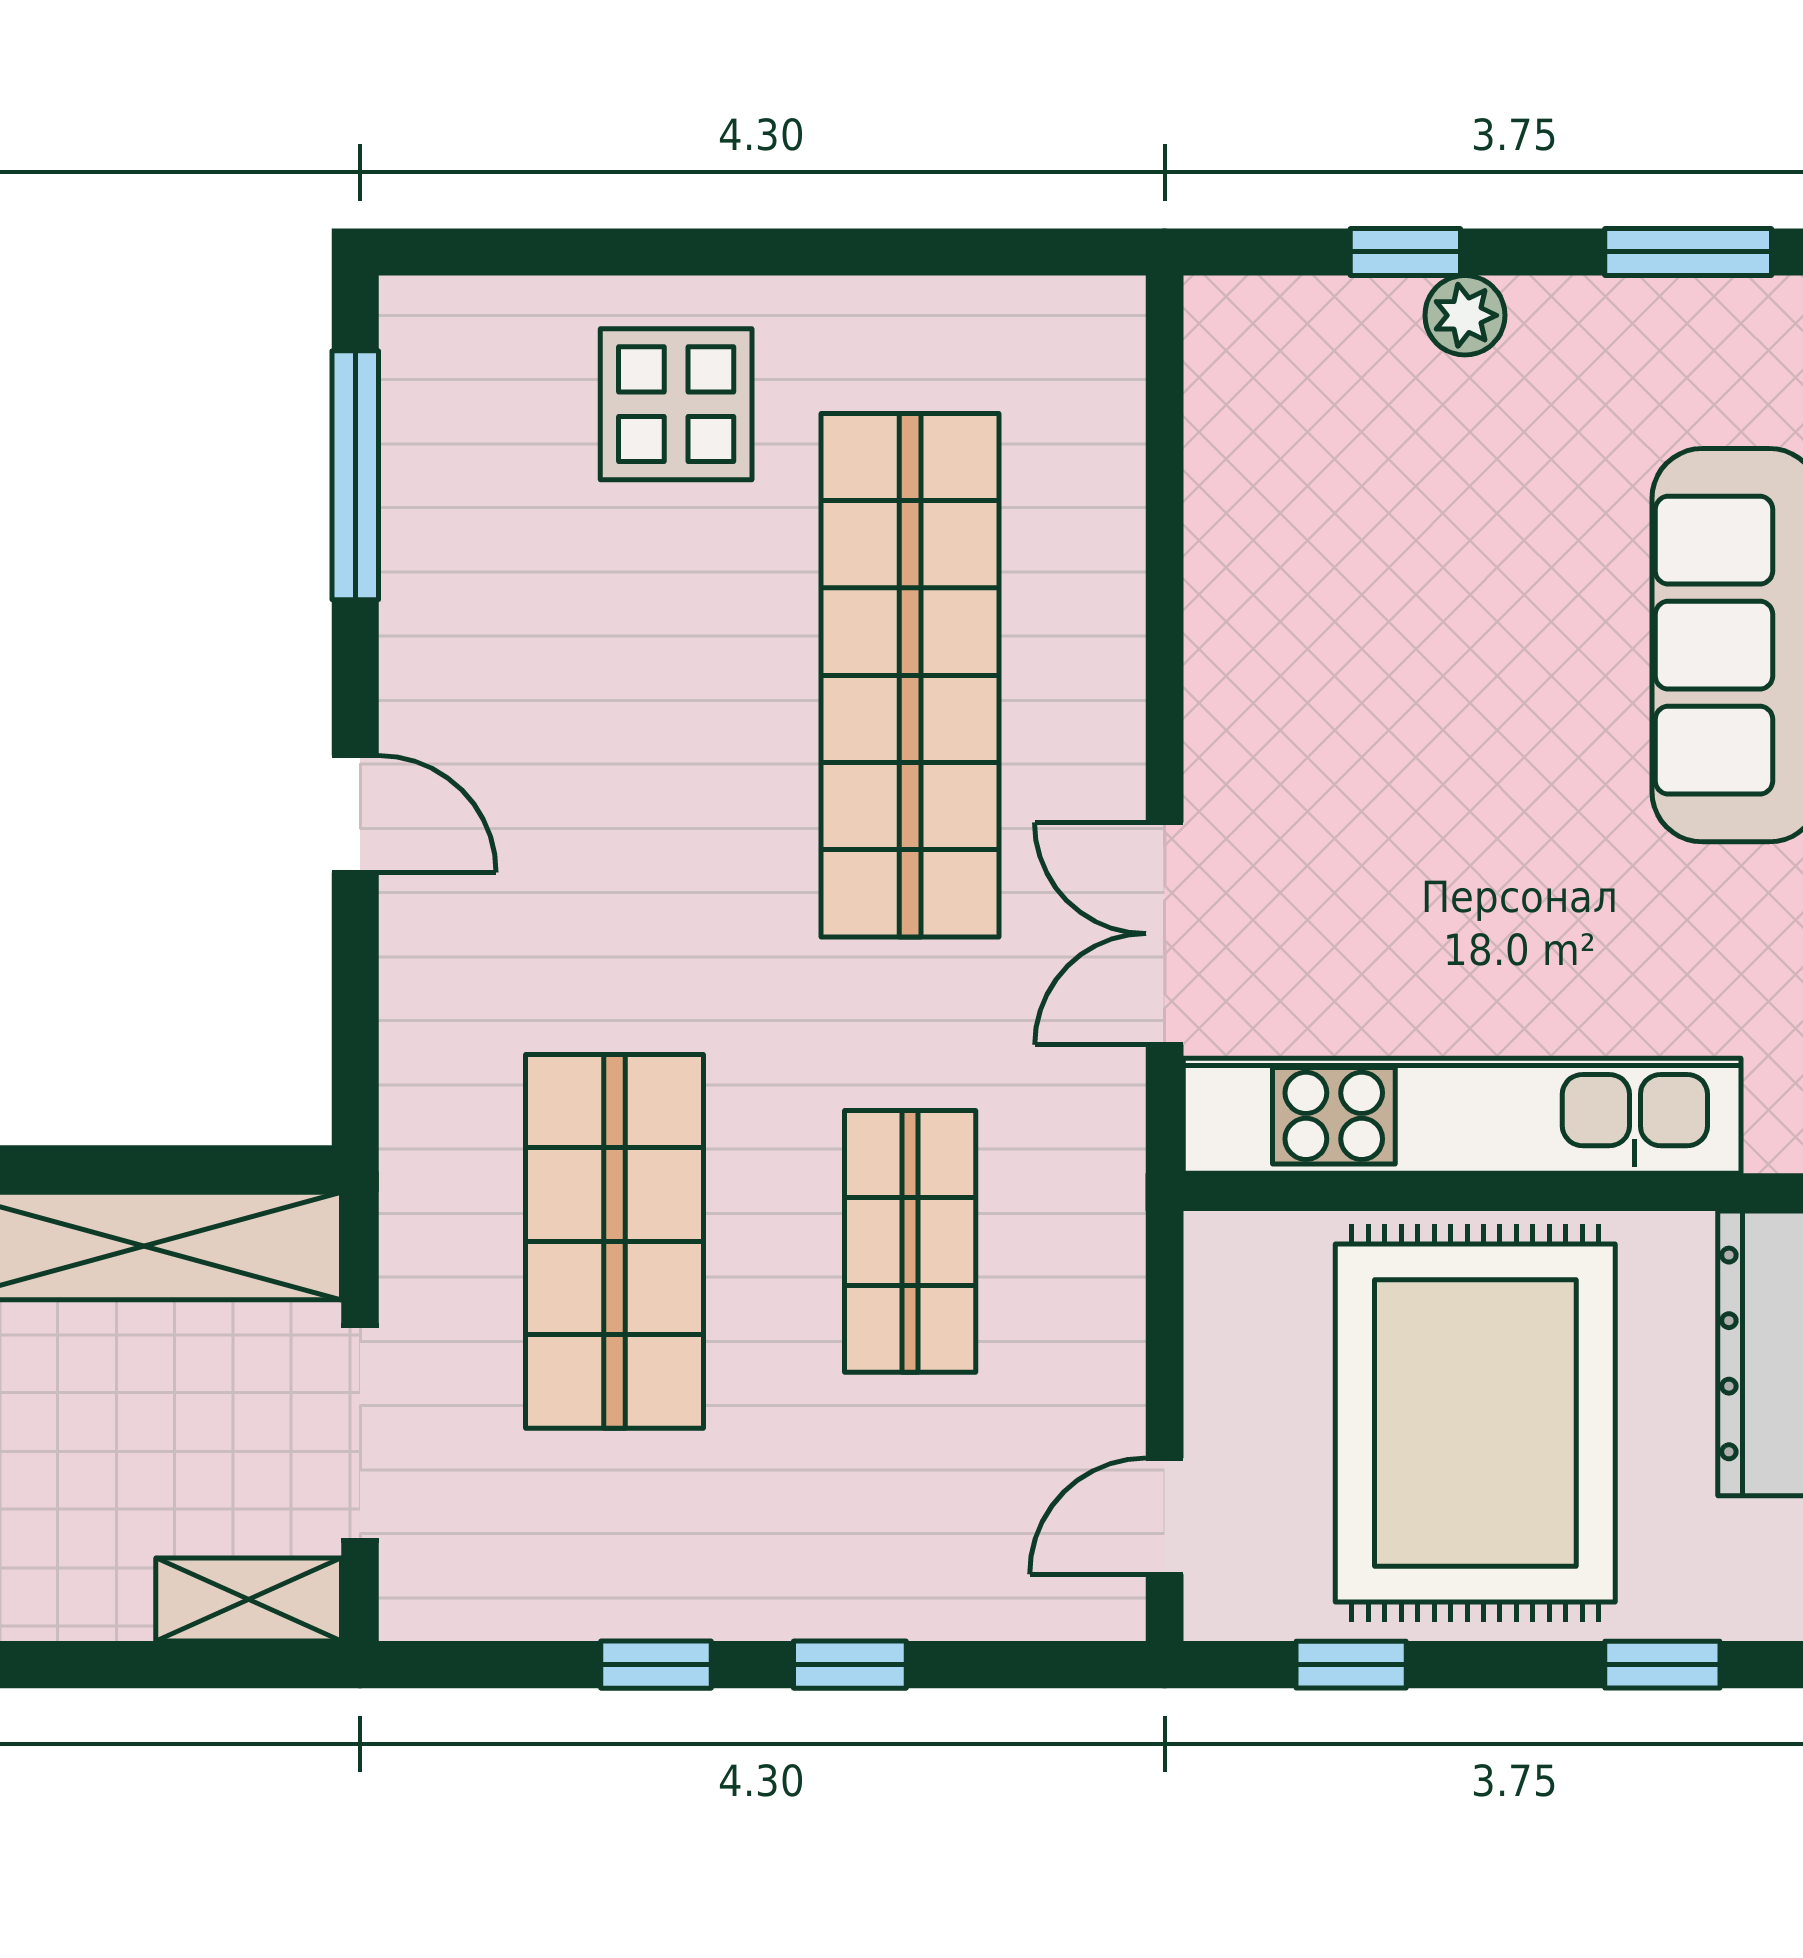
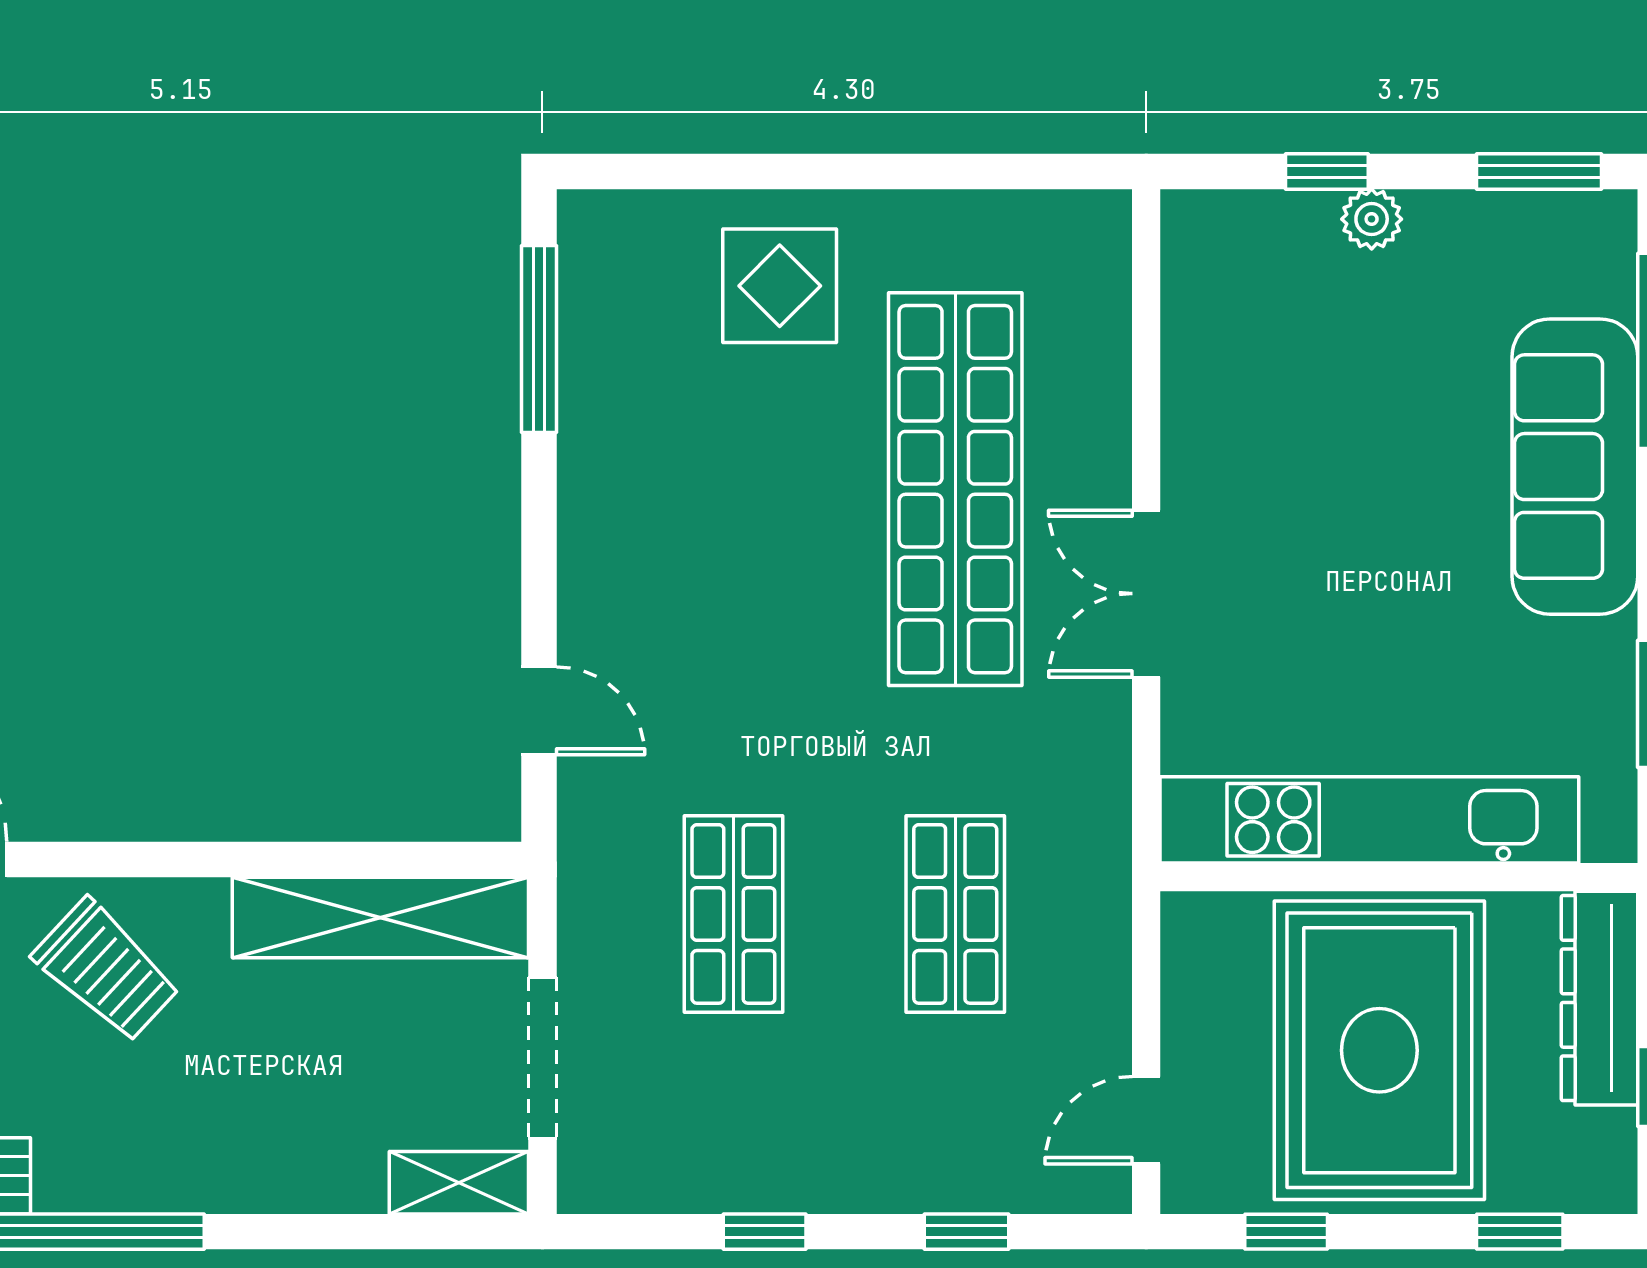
door: (355, 814) -> (539, 711), moved
double door: (1165, 934) -> (1146, 594), moved
shop shelf: (615, 1241) -> (733, 914), width x0.70, depth x0.74
window: (850, 1665) -> (966, 1232), moved

